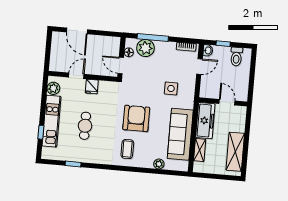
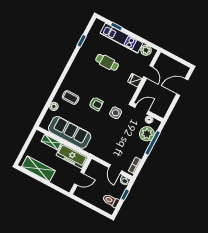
side table: (171, 88) -> (116, 113), moved
armchair: (136, 118) -> (96, 104), width x0.53, depth x0.53
coffee table: (127, 149) -> (71, 97), moved

